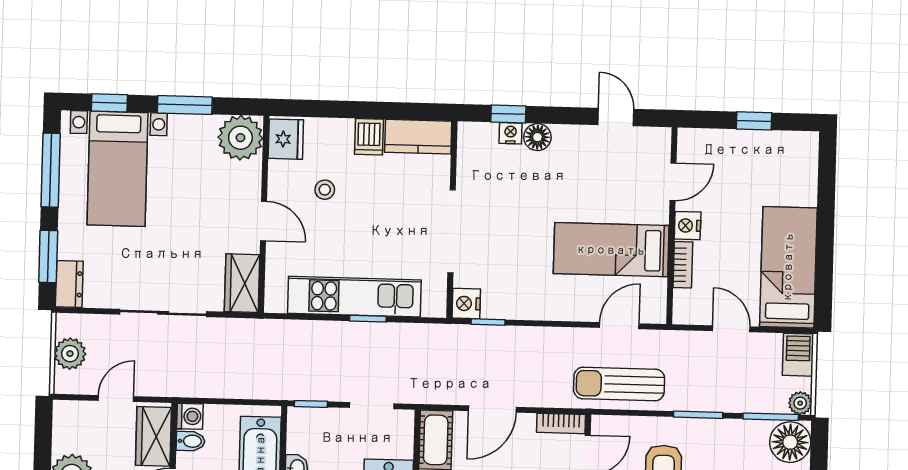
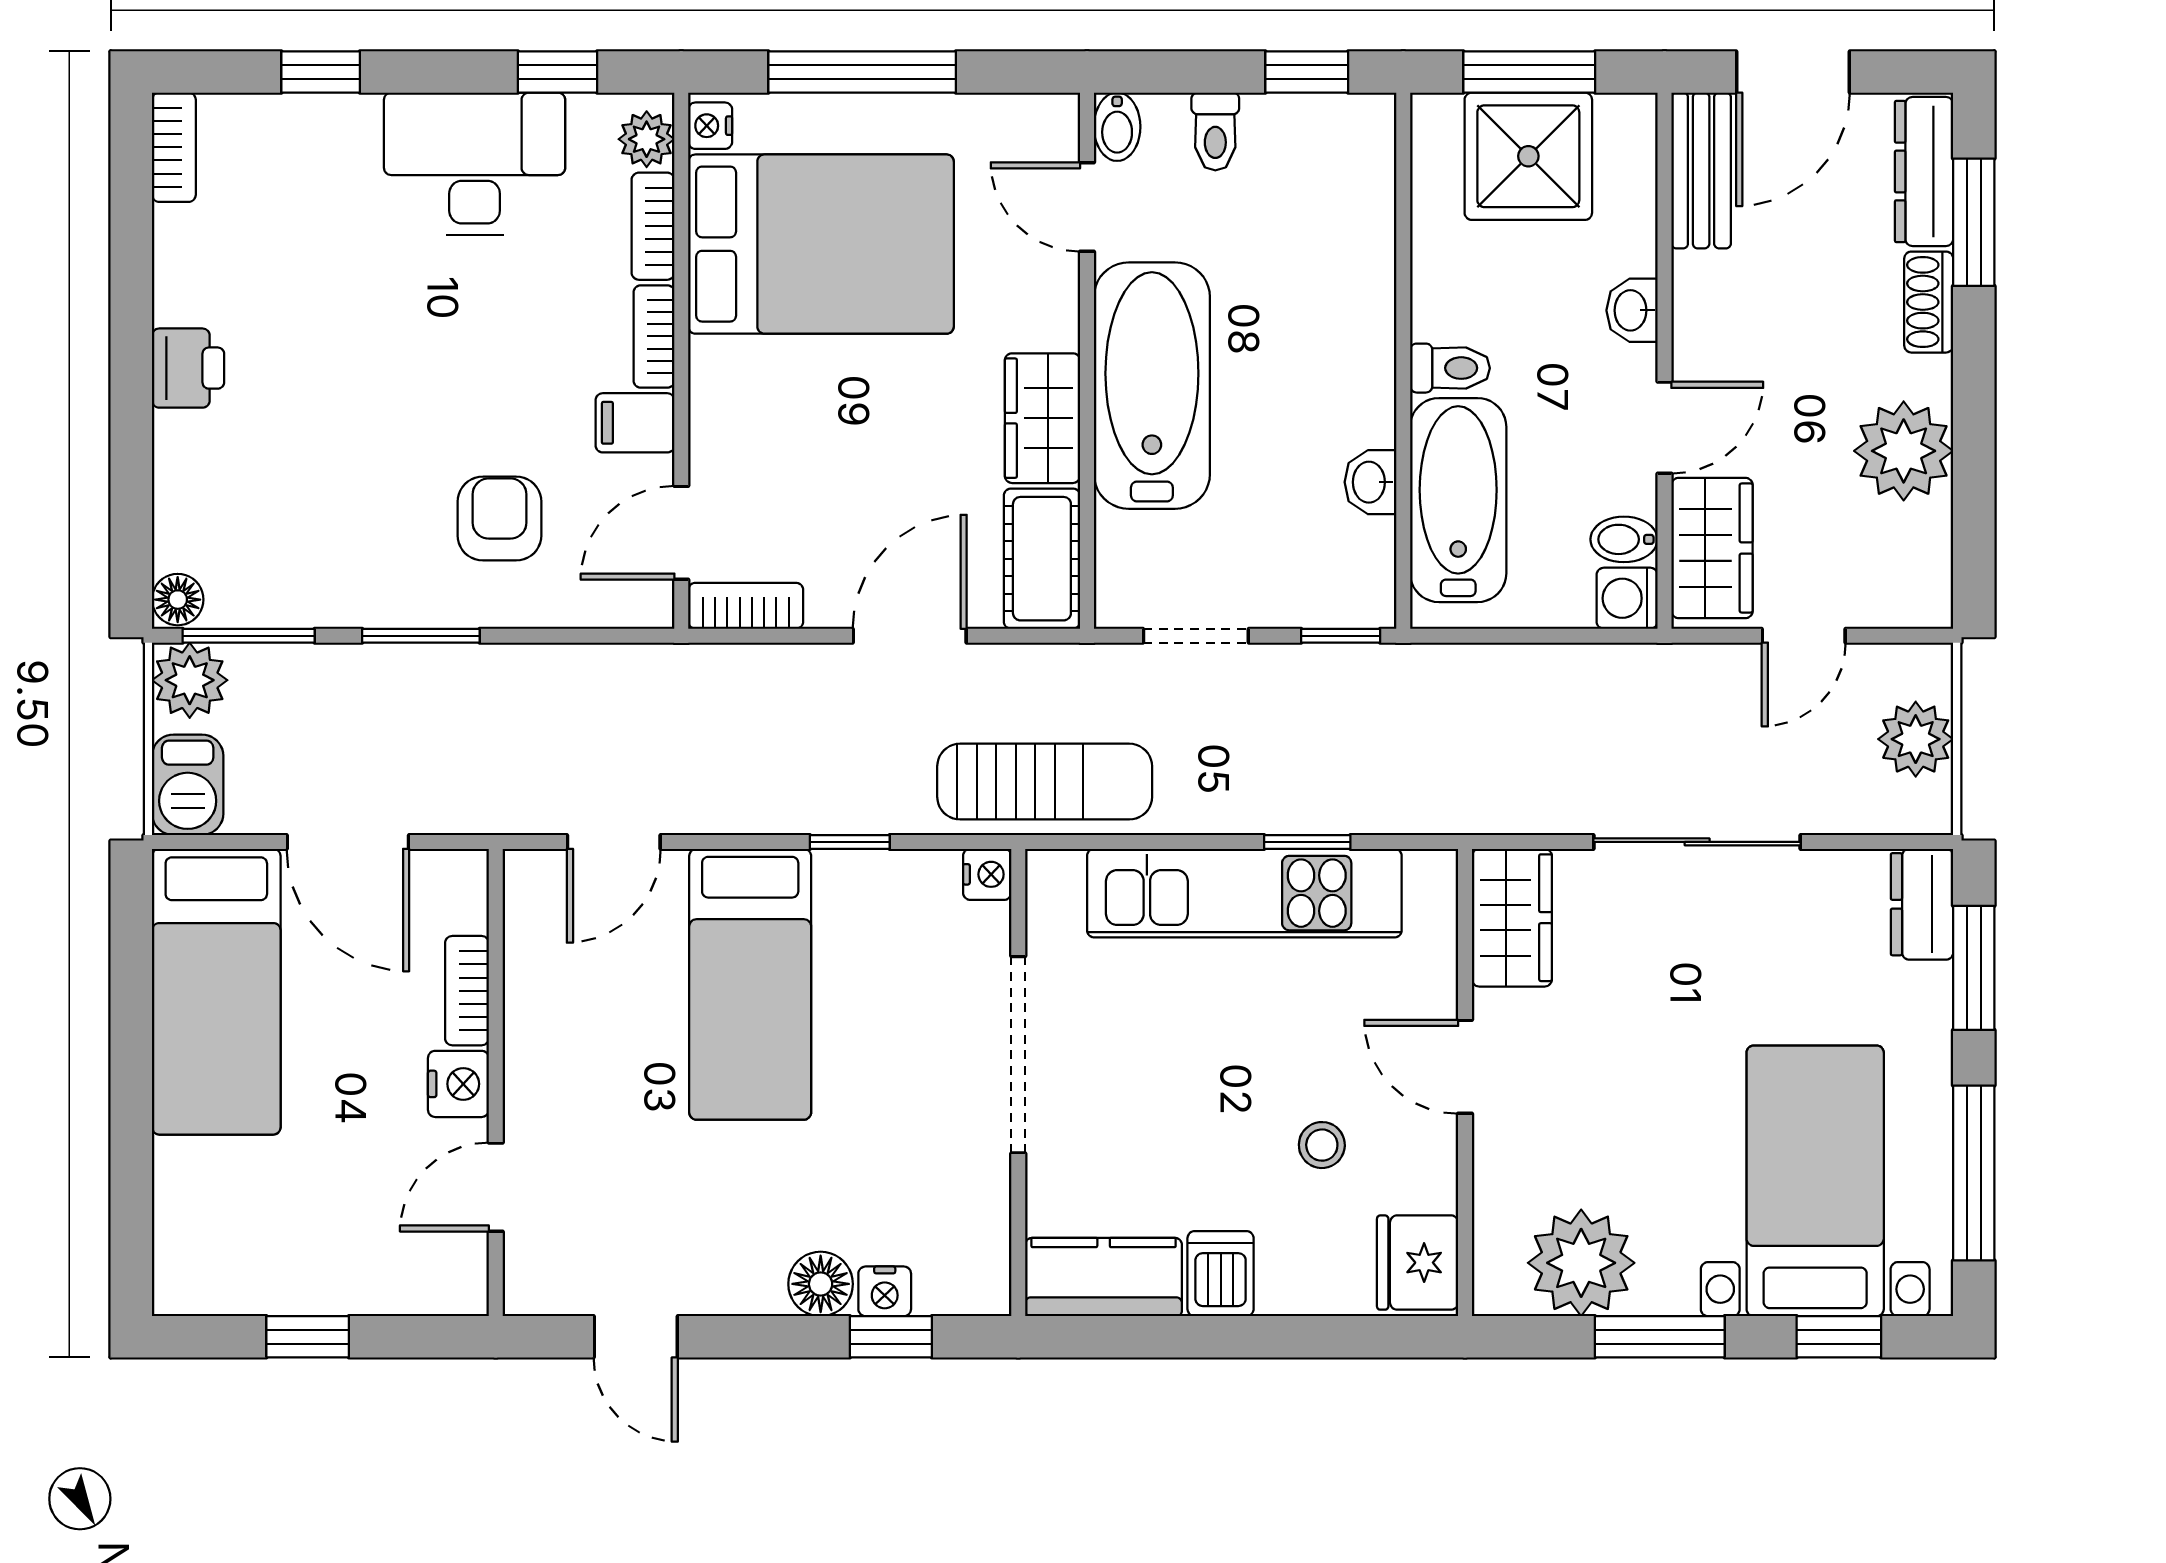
plant: (240, 138) -> (1581, 1263), moved
bed: (611, 250) -> (750, 984), moved, turned 90
nightstand: (466, 304) -> (987, 874), width x0.72, depth x0.74
window: (368, 319) -> (1307, 842), moved
window: (488, 322) -> (850, 842), moved
door: (731, 329) -> (348, 842), width x1.38
sun lounger: (619, 384) -> (1045, 782), moved
plant: (800, 403) -> (190, 680), width x1.38, depth x1.38
floor lamp: (790, 442) -> (178, 600), width x0.53, depth x0.53

